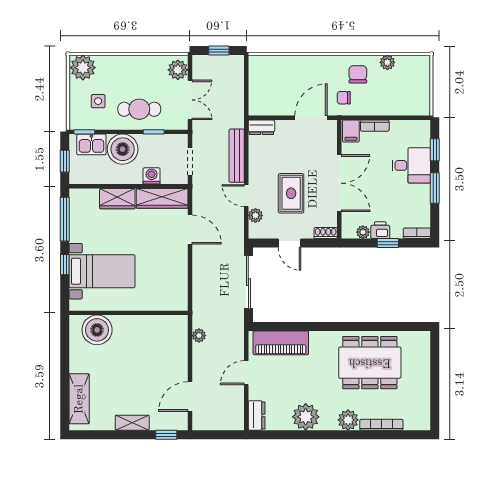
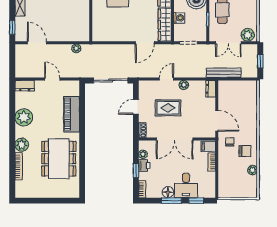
bench: (237, 156) -> (224, 73), moved
floor lamp: (422, 193) -> (168, 192), added
plant: (255, 215) -> (184, 85), moved
piano: (281, 343) -> (72, 114), moved

